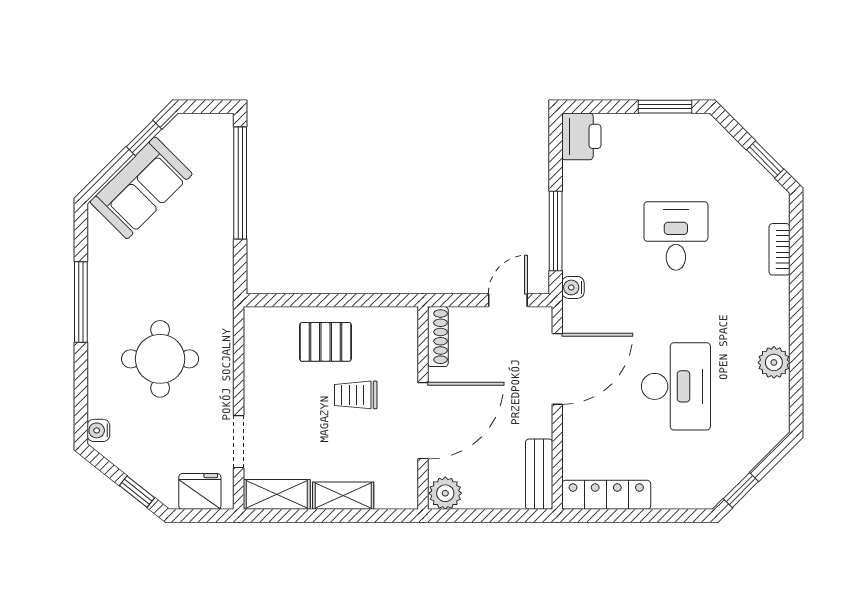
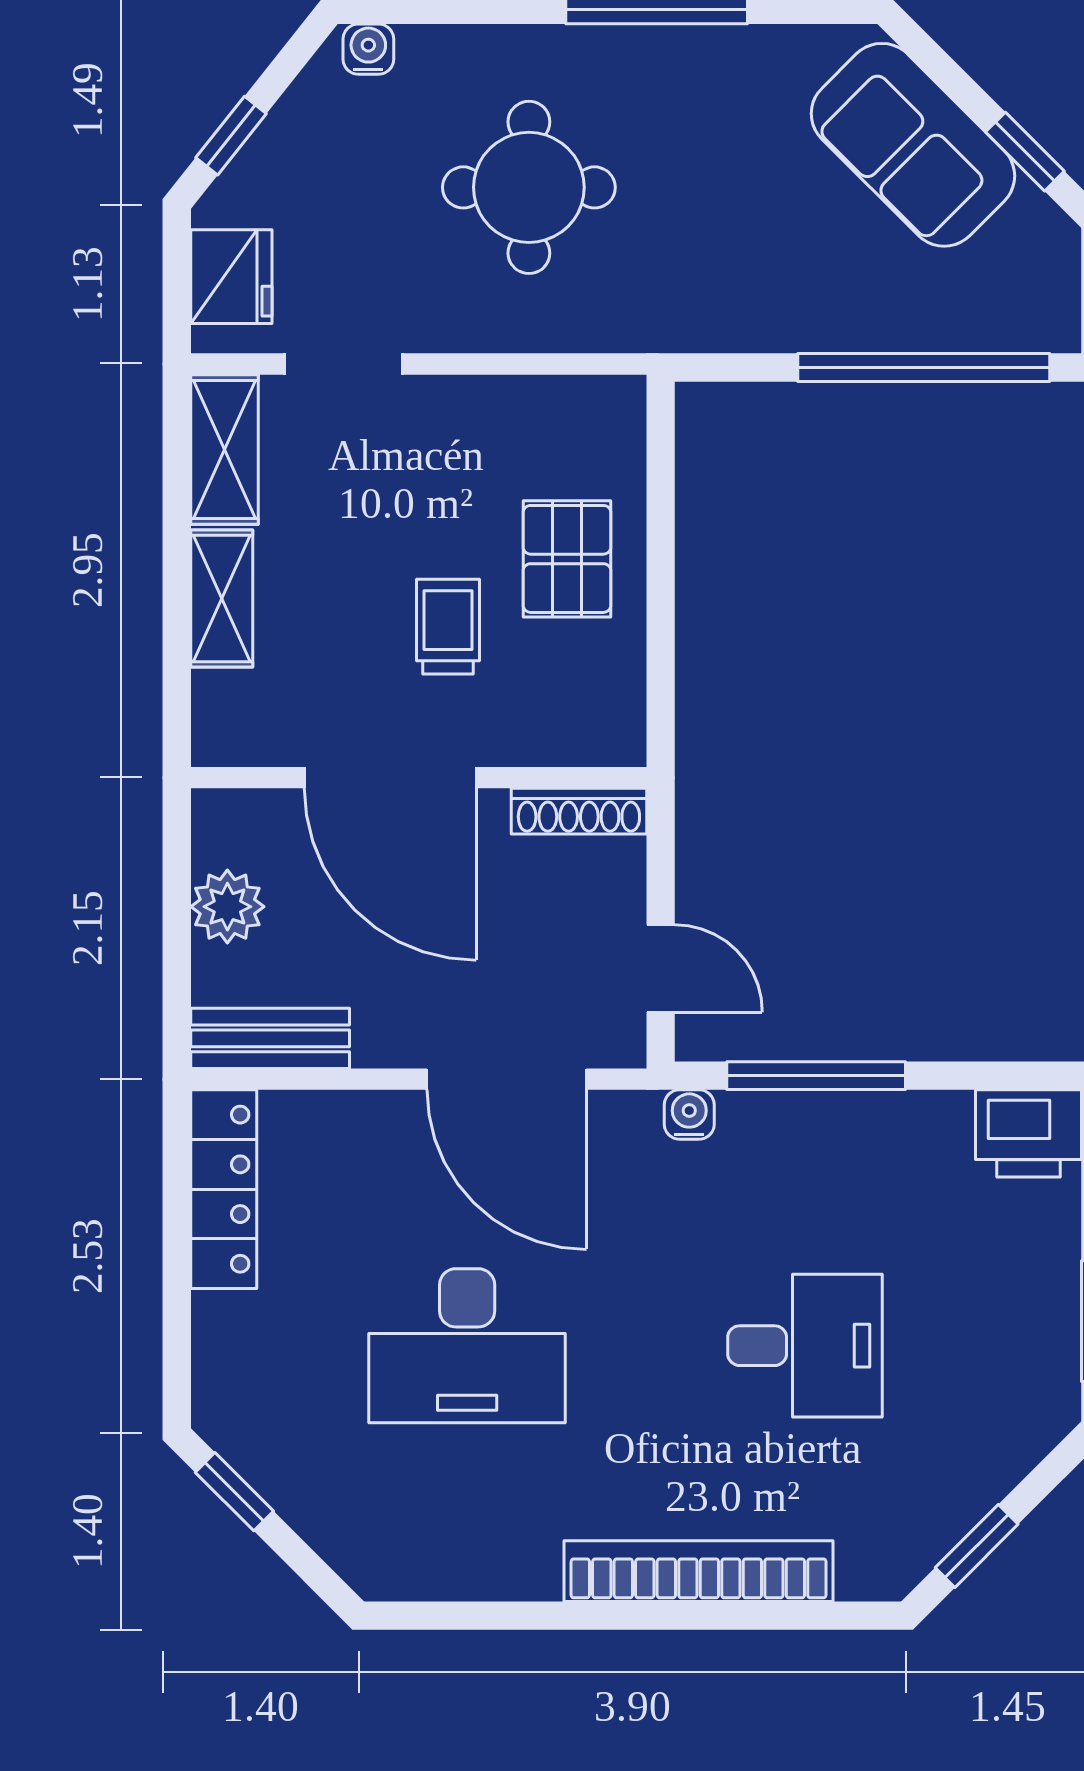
bookcase: (780, 249) -> (699, 1571), width x2.31, depth x1.31
plant: (774, 362) -> (521, 1566), removed
plant: (445, 493) -> (227, 907), moved

